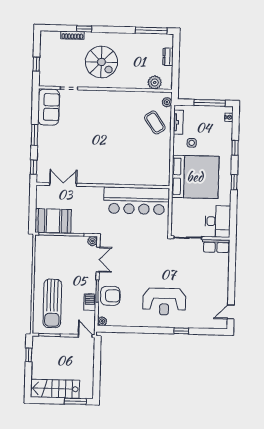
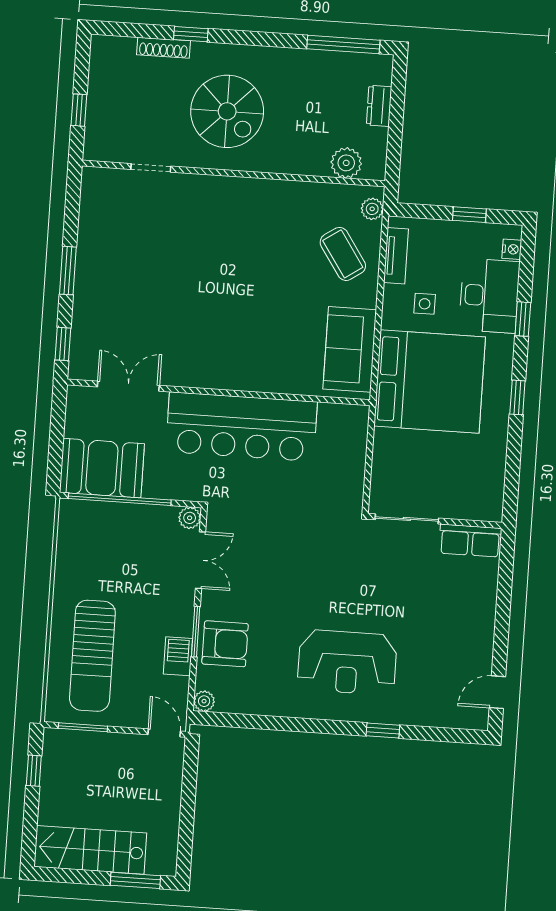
window: (210, 103) -> (469, 215), width x0.46
sofa: (49, 107) -> (350, 349), moved, turned 180
bar counter: (137, 201) -> (241, 427), moved
desk: (218, 221) -> (489, 296), moved

